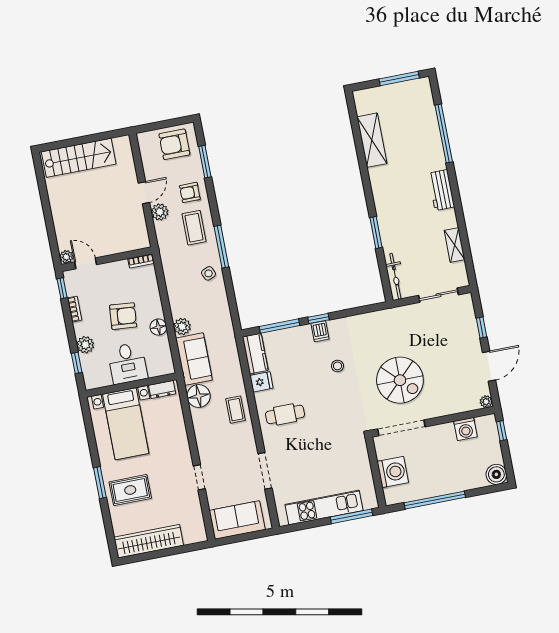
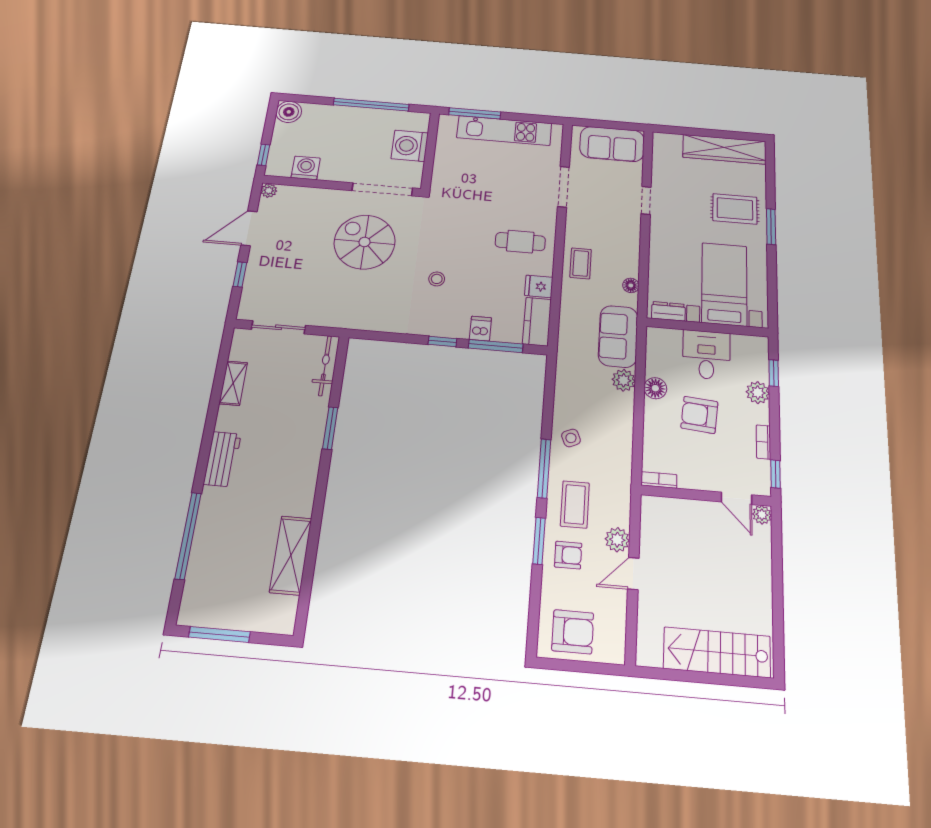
window: (205, 162) -> (539, 541), moved
dishwasher: (320, 331) -> (480, 329), moved
floor lamp: (199, 396) -> (631, 285), width x0.53, depth x0.53

